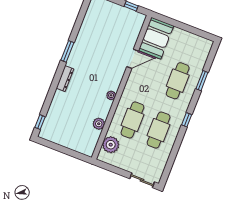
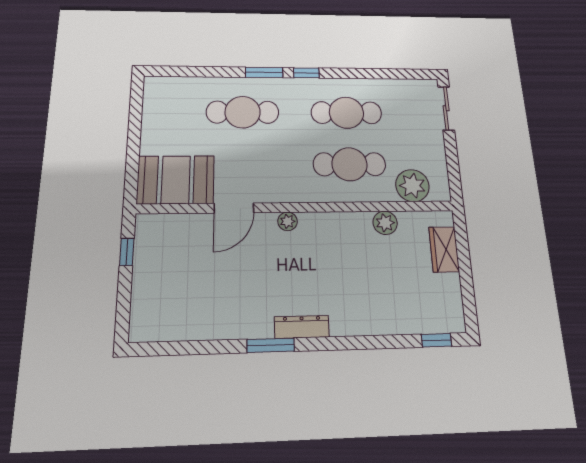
door: (133, 59) -> (234, 208), swing flipped
dresser: (65, 79) -> (302, 327), moved
window: (202, 81) -> (264, 72), moved
plant: (111, 95) -> (288, 221), moved
wardrobe: (76, 145) -> (444, 249), added

